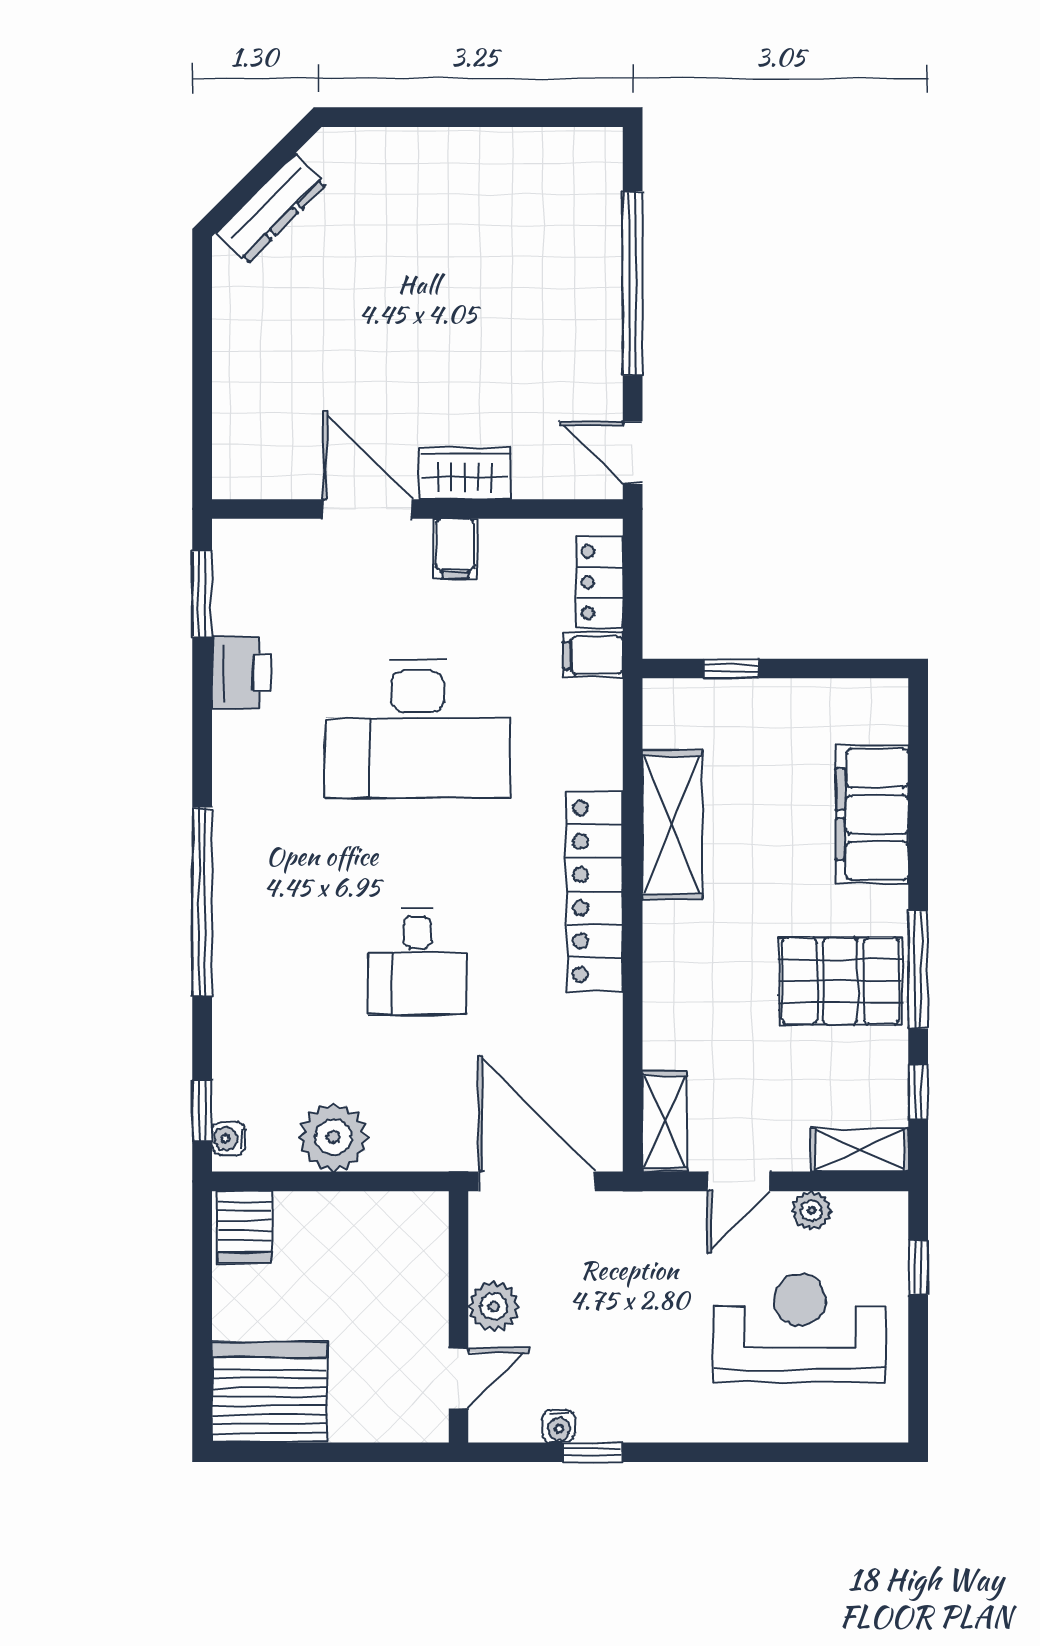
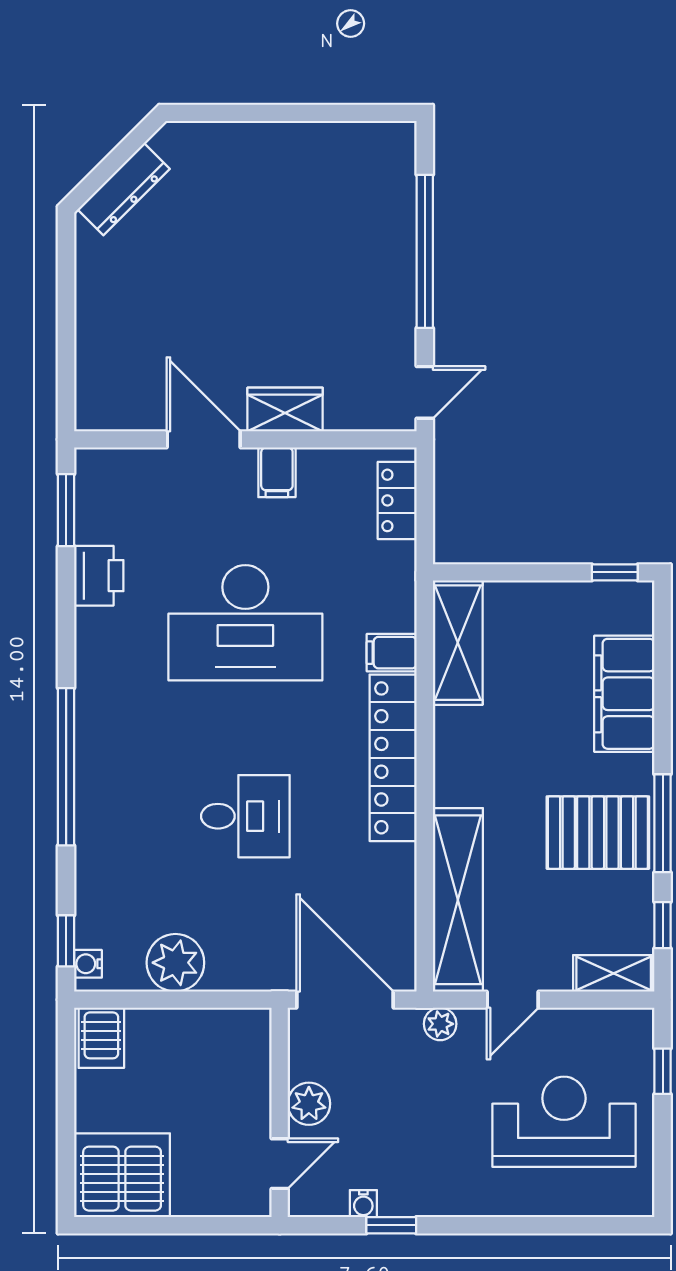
door: (633, 453) -> (425, 392), swing flipped
filing cabinet: (593, 655) -> (392, 653), moved
window: (731, 669) -> (615, 572), moved
shelving: (672, 825) -> (458, 643), moved
desk: (417, 961) -> (245, 816), turned -90
shelving: (665, 1122) -> (458, 900), width x2.20, depth x1.33
plant: (811, 1211) -> (440, 1024), moved

